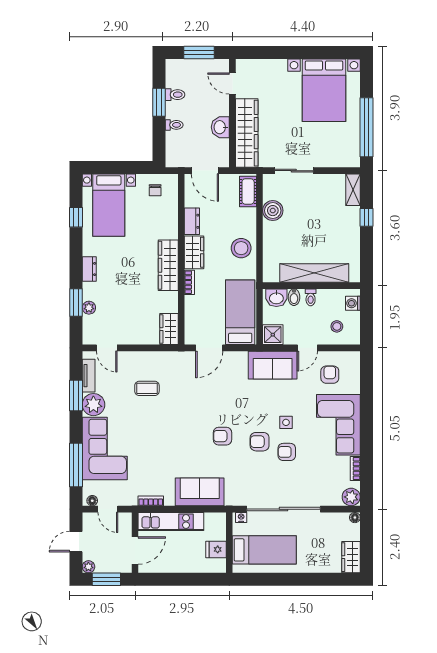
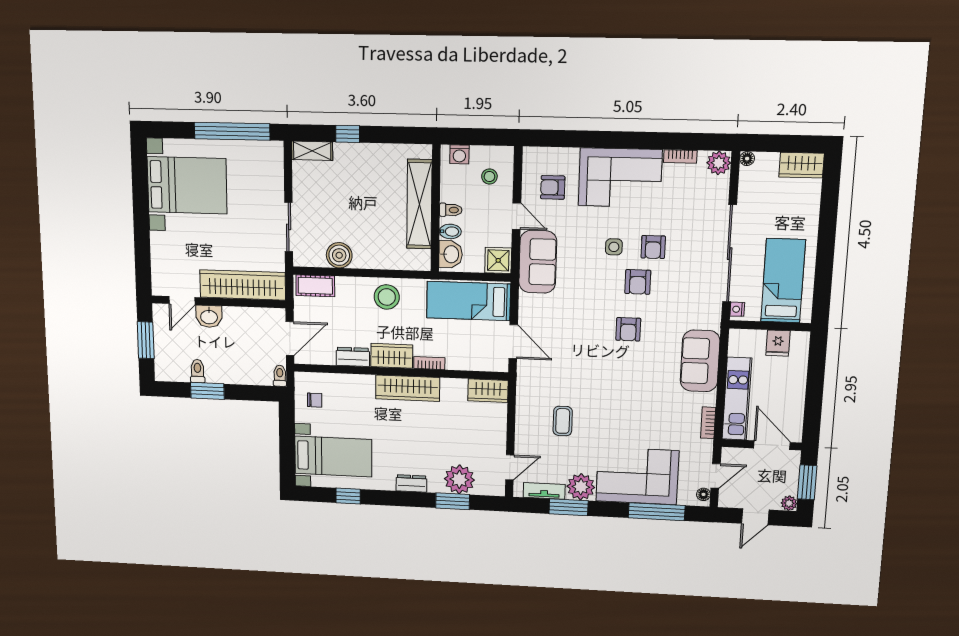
toilet: (174, 125) -> (280, 376), moved
washbasin: (220, 127) -> (209, 316), moved
plant: (89, 308) -> (459, 479), width x1.88, depth x1.88
door: (76, 542) -> (755, 517), hinge flipped

